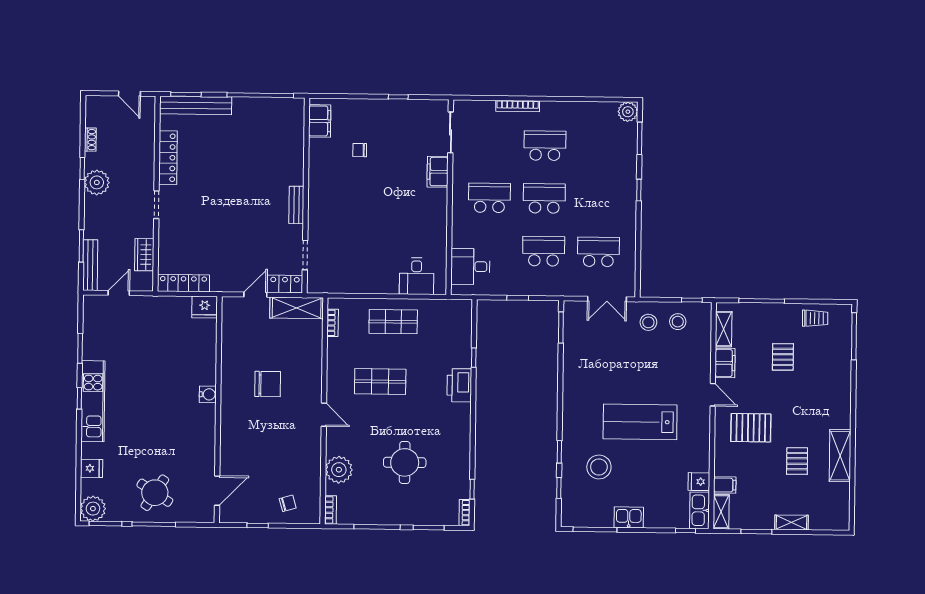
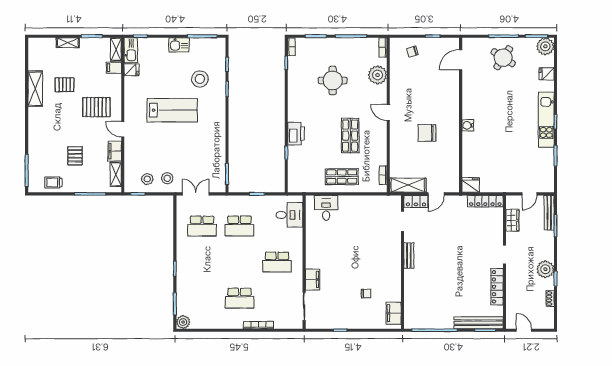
school desk: (544, 198) -> (239, 262), removed
shop shelf: (380, 381) -> (350, 136), turned 90
pallet: (797, 461) -> (65, 85), turned 90

